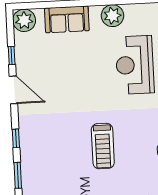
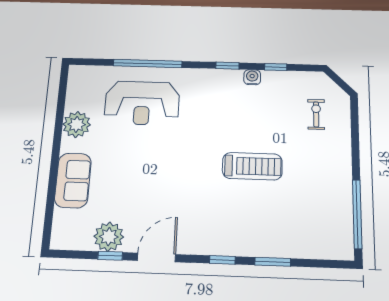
plant: (24, 20) -> (109, 237), moved
treadmill: (103, 146) -> (252, 166), moved

